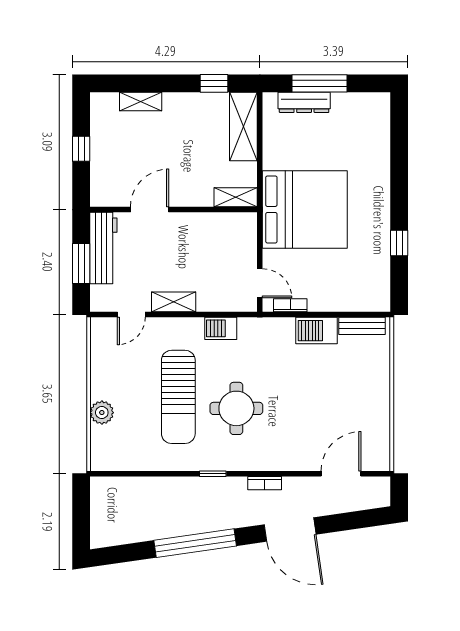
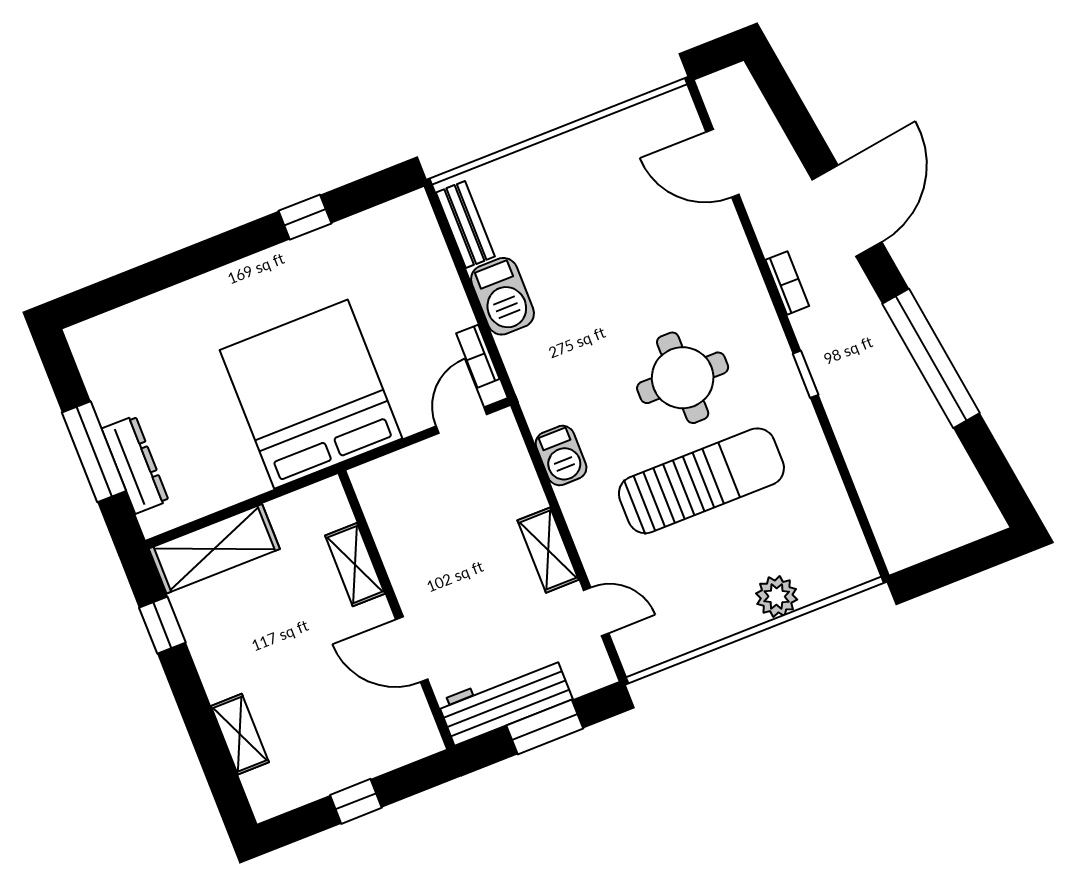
shelving: (236, 197) -> (355, 565), moved

